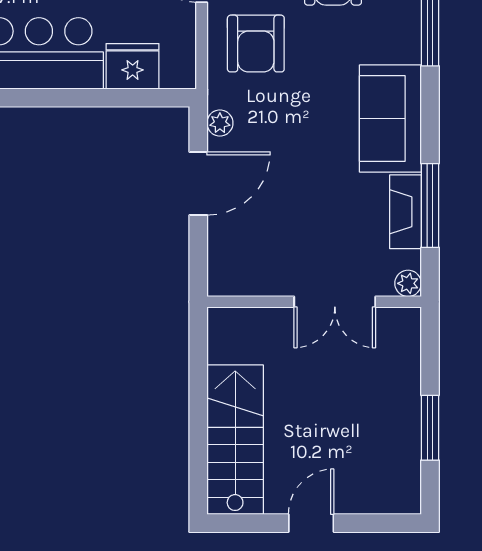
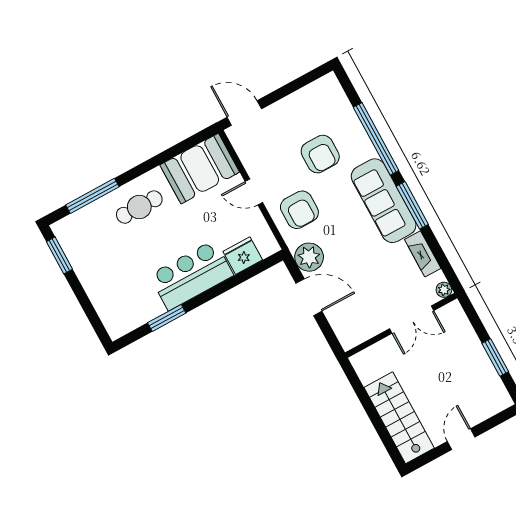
sofa: (390, 118) -> (384, 201), width x1.36
plant: (220, 123) -> (309, 257), width x1.87, depth x1.87
door: (198, 183) -> (309, 297), hinge flipped
window: (430, 206) -> (412, 205), moved

